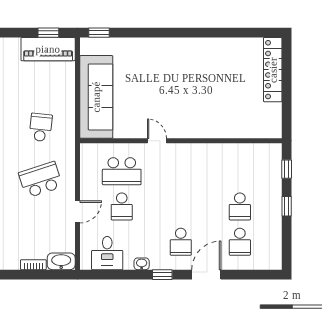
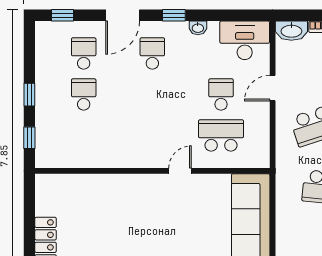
door: (157, 141) -> (180, 171), swing flipped
desk: (107, 253) -> (245, 40), width x1.37
window: (258, 275) -> (63, 15), added

